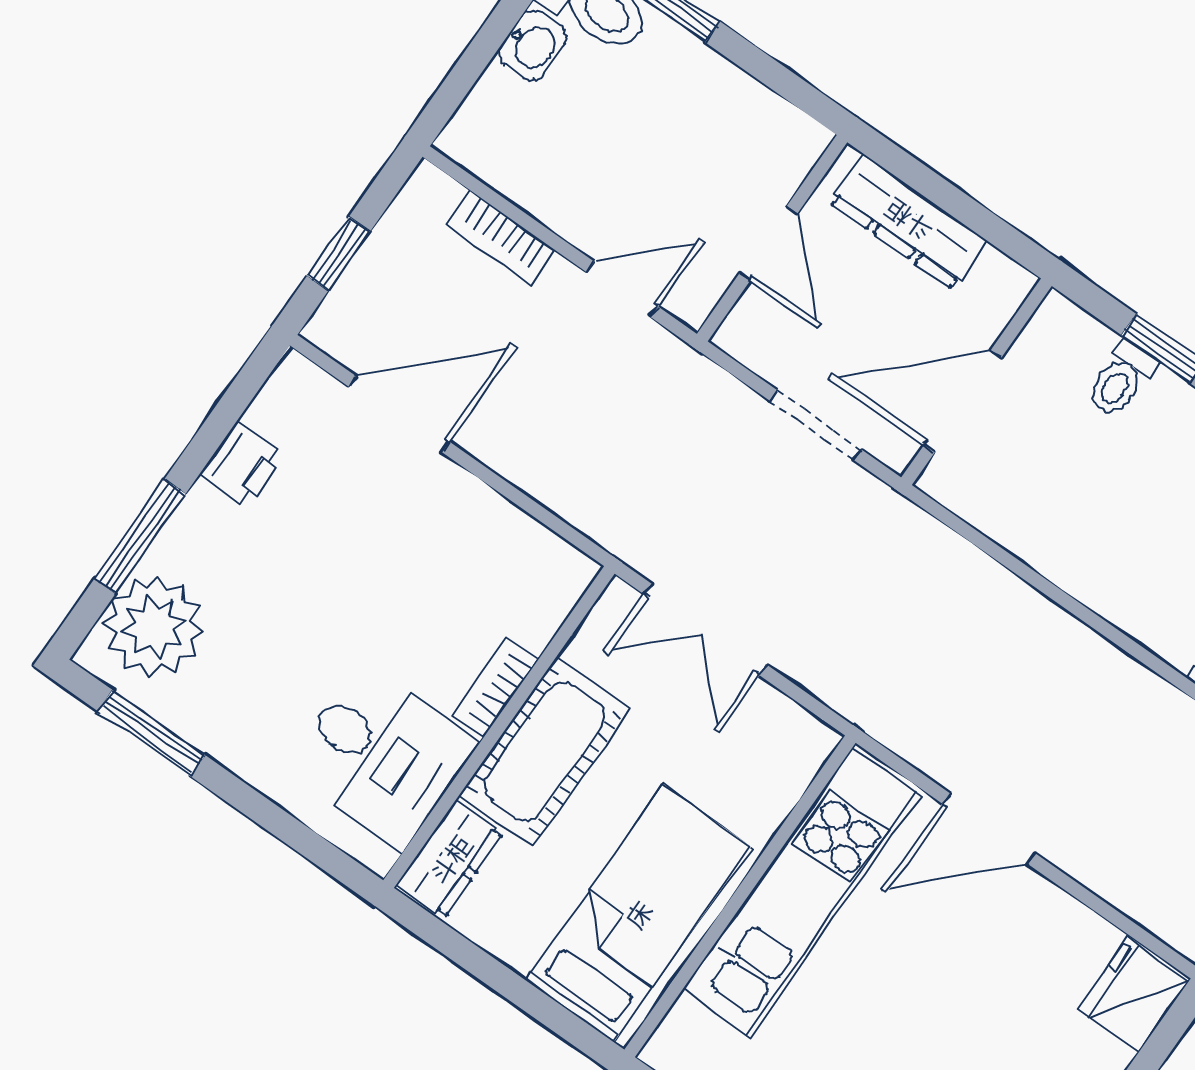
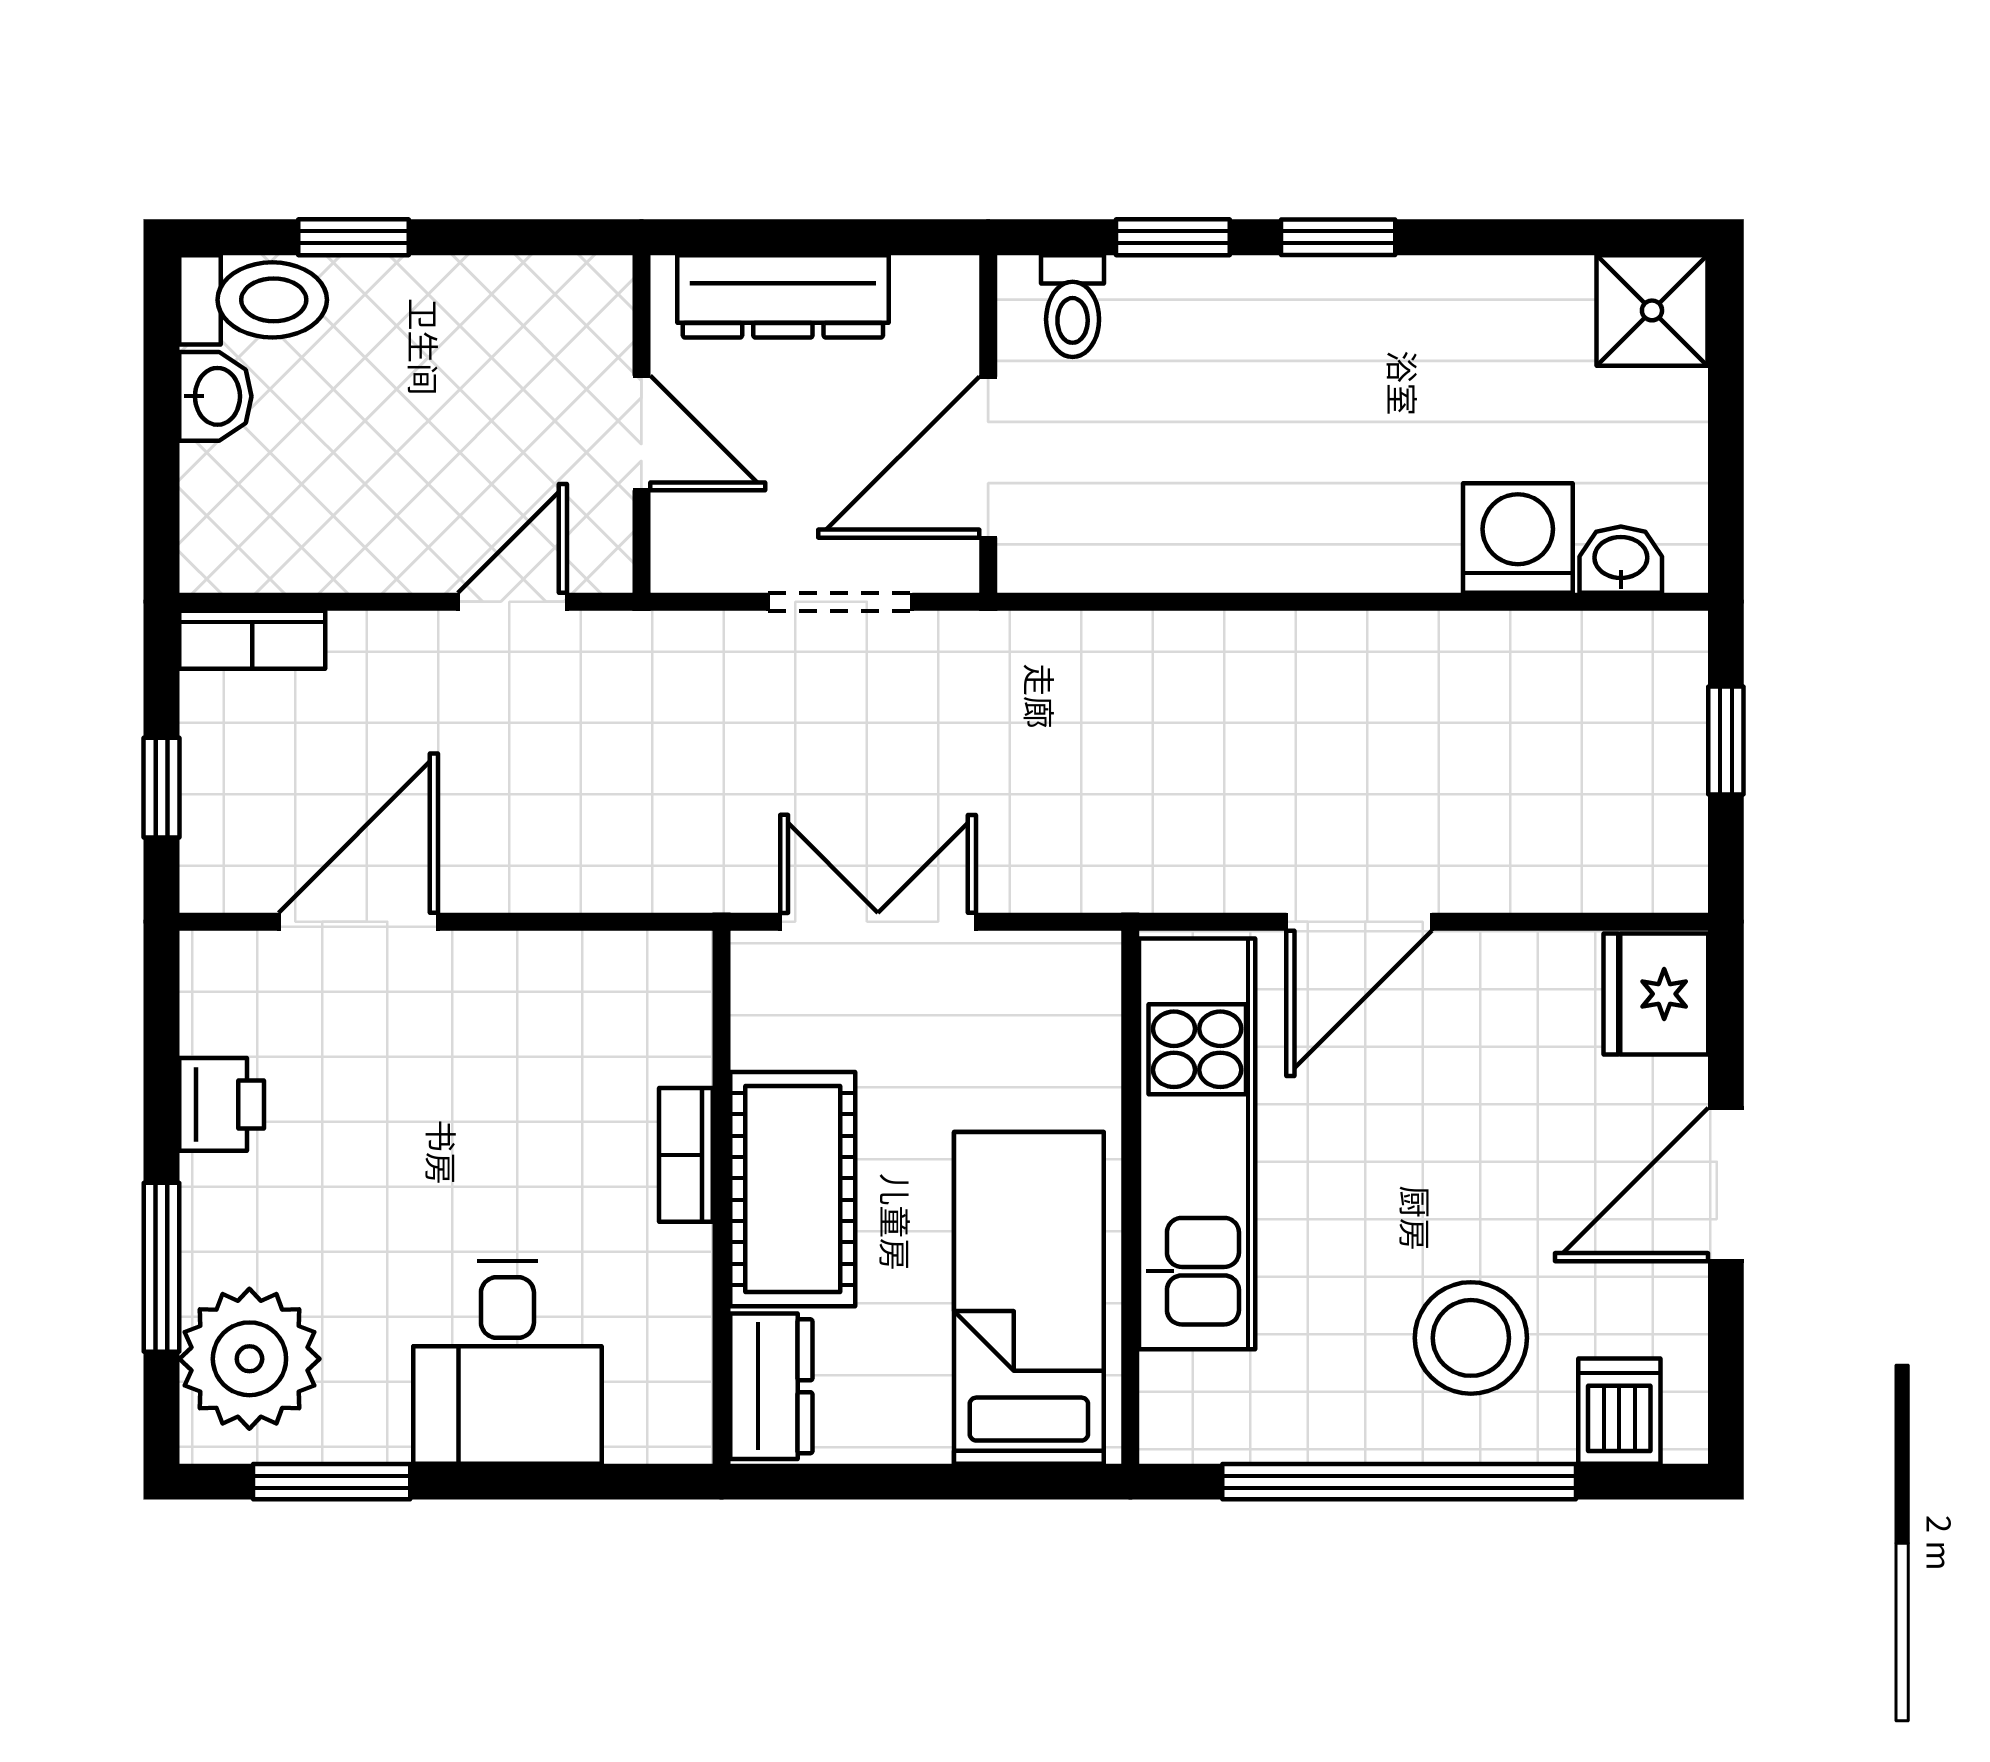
bookcase: (501, 237) -> (252, 640), moved
toilet: (1121, 379) -> (1073, 306), moved
double door: (705, 629) -> (878, 922), swing flipped
desk: (382, 755) -> (507, 1362), moved, turned 90

